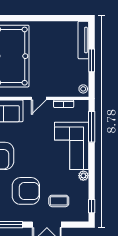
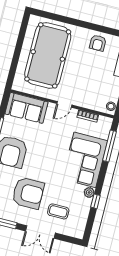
armchair: (56, 32) -> (98, 43), added
window: (92, 206) -> (95, 201), moved

